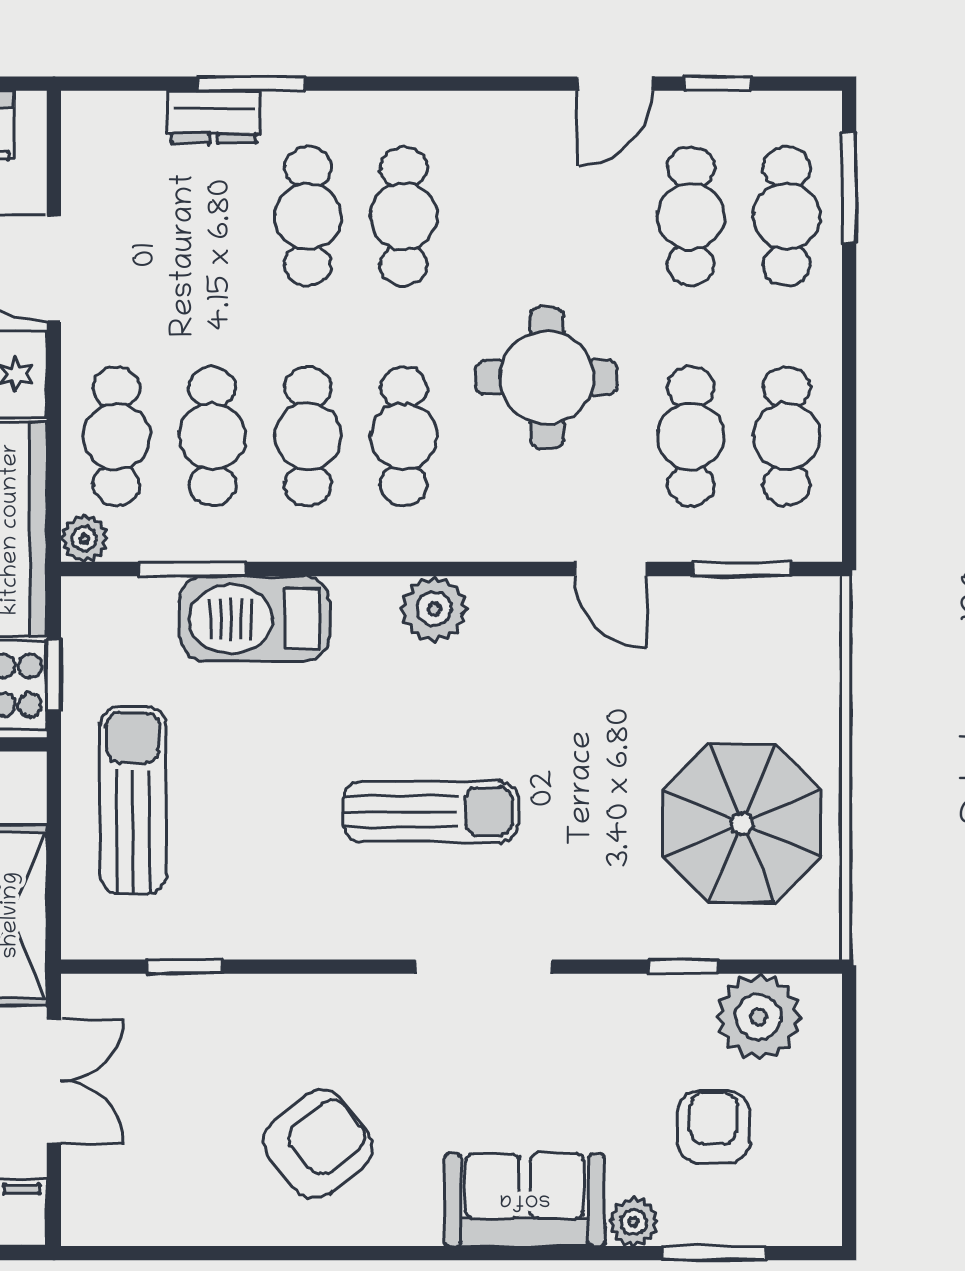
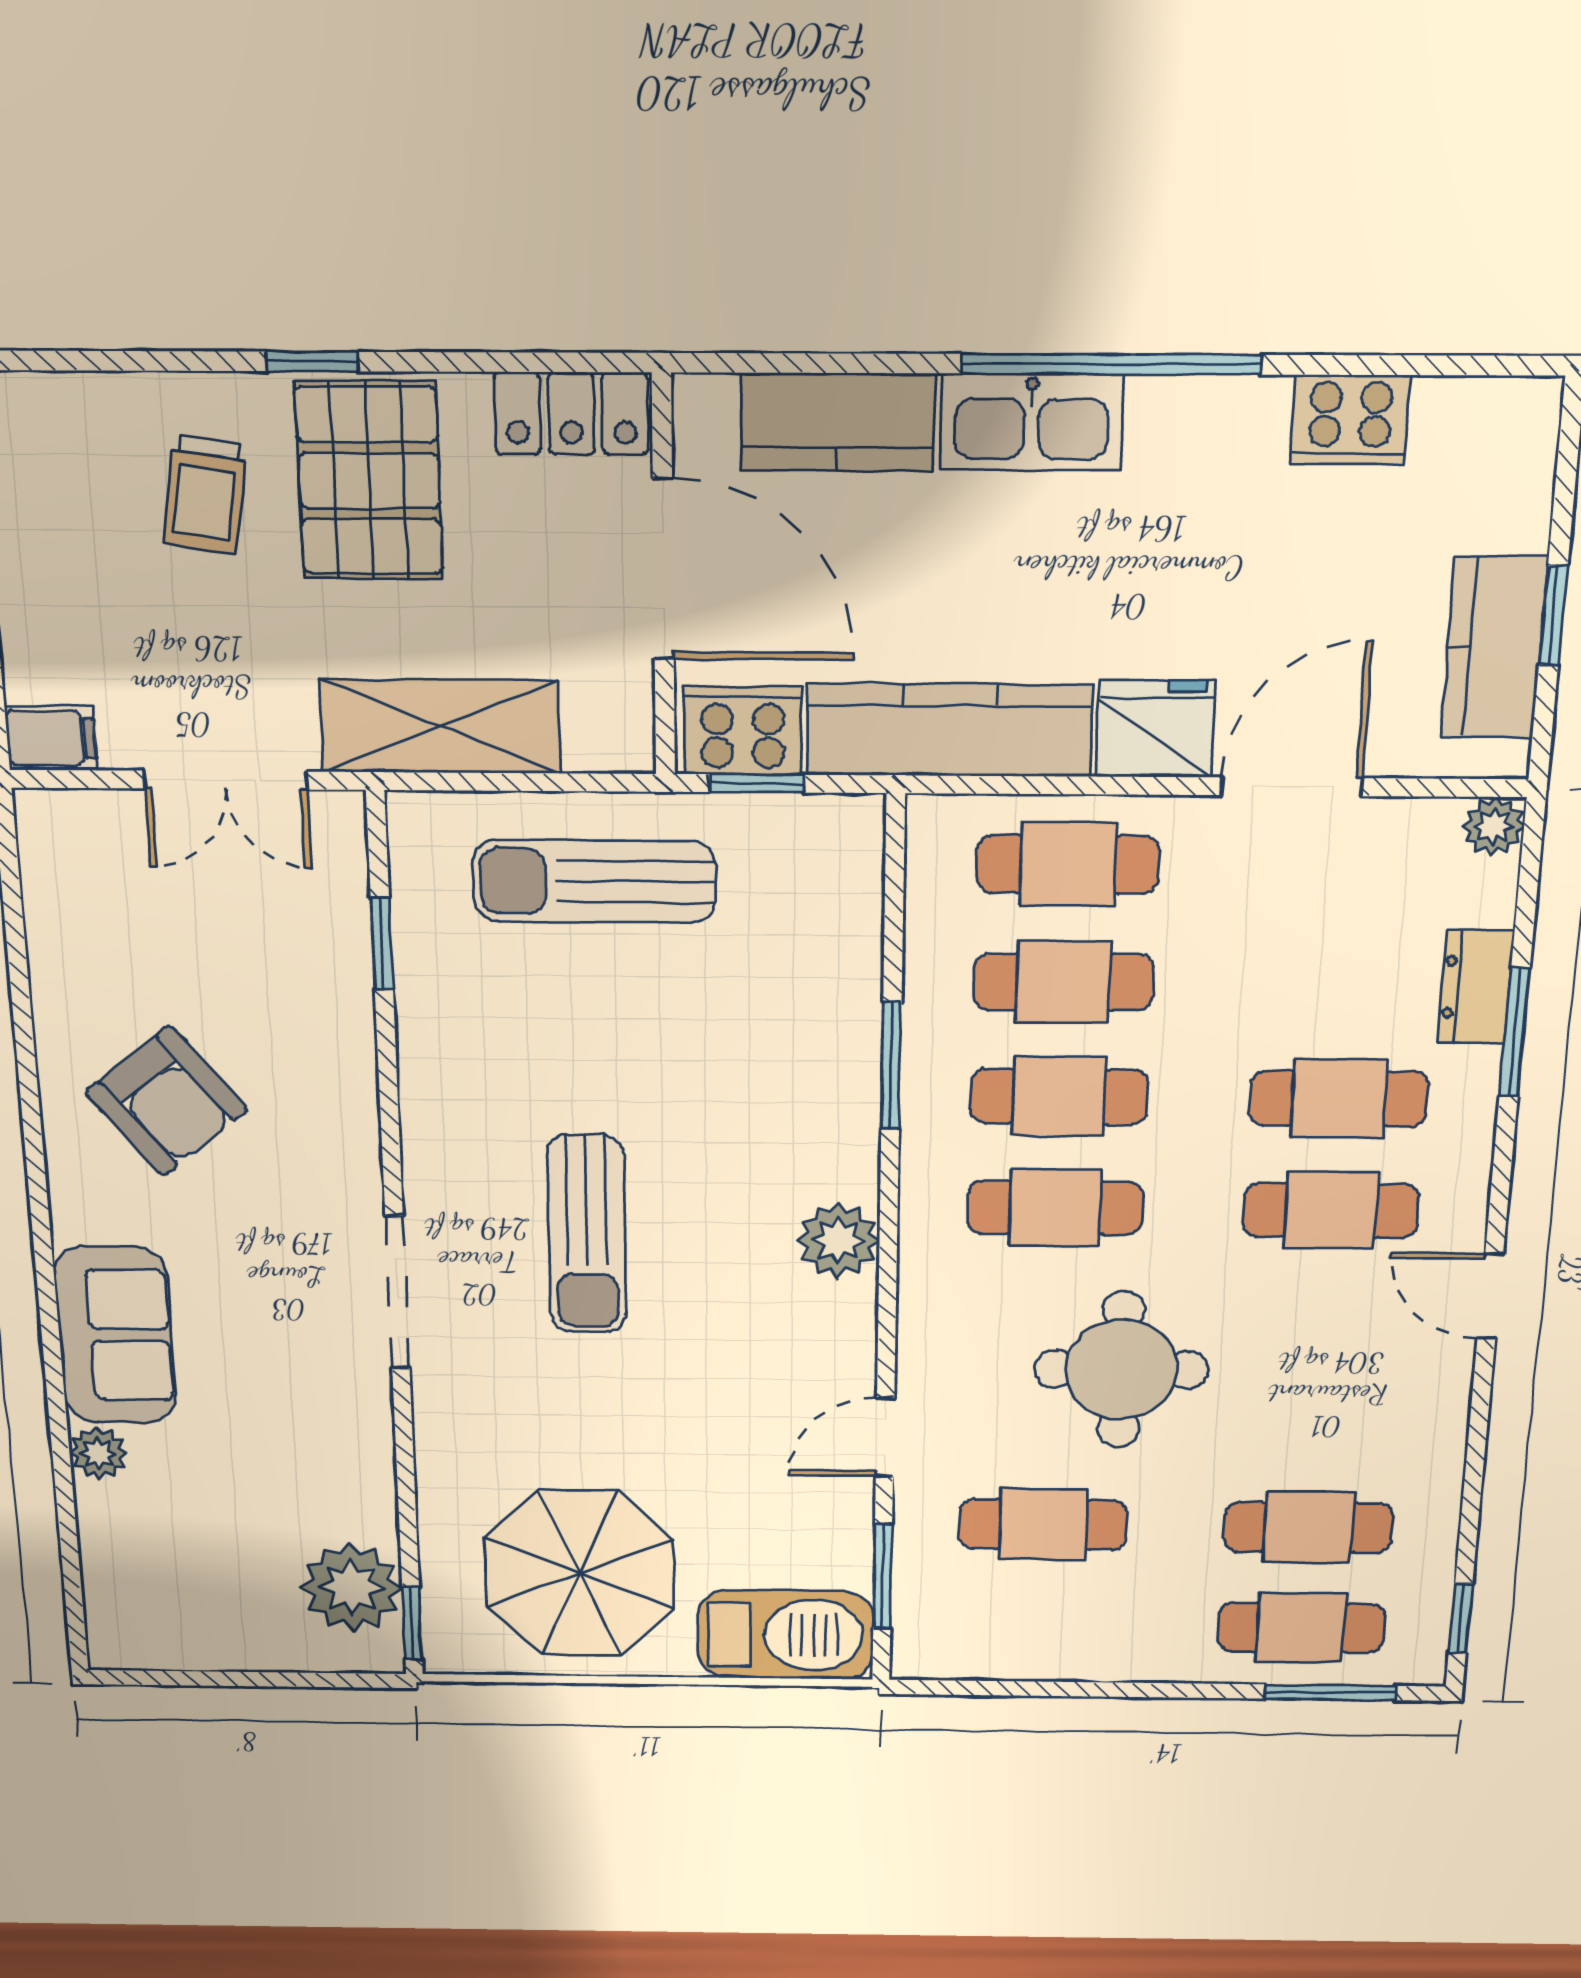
door: (615, 84) -> (1490, 1296), moved
window: (718, 84) -> (1460, 1618), moved
cafe table: (787, 436) -> (1039, 1625), removed
plant: (84, 539) -> (1493, 827), moved
window: (193, 569) -> (891, 1066), moved
barbecue: (255, 619) -> (785, 1635), moved, turned 90
sun lounger: (133, 800) -> (594, 881), turned 180
window: (683, 967) -> (412, 1623), moved
armchair: (714, 1127) -> (218, 1539), removed
window: (714, 1253) -> (68, 1538), removed

